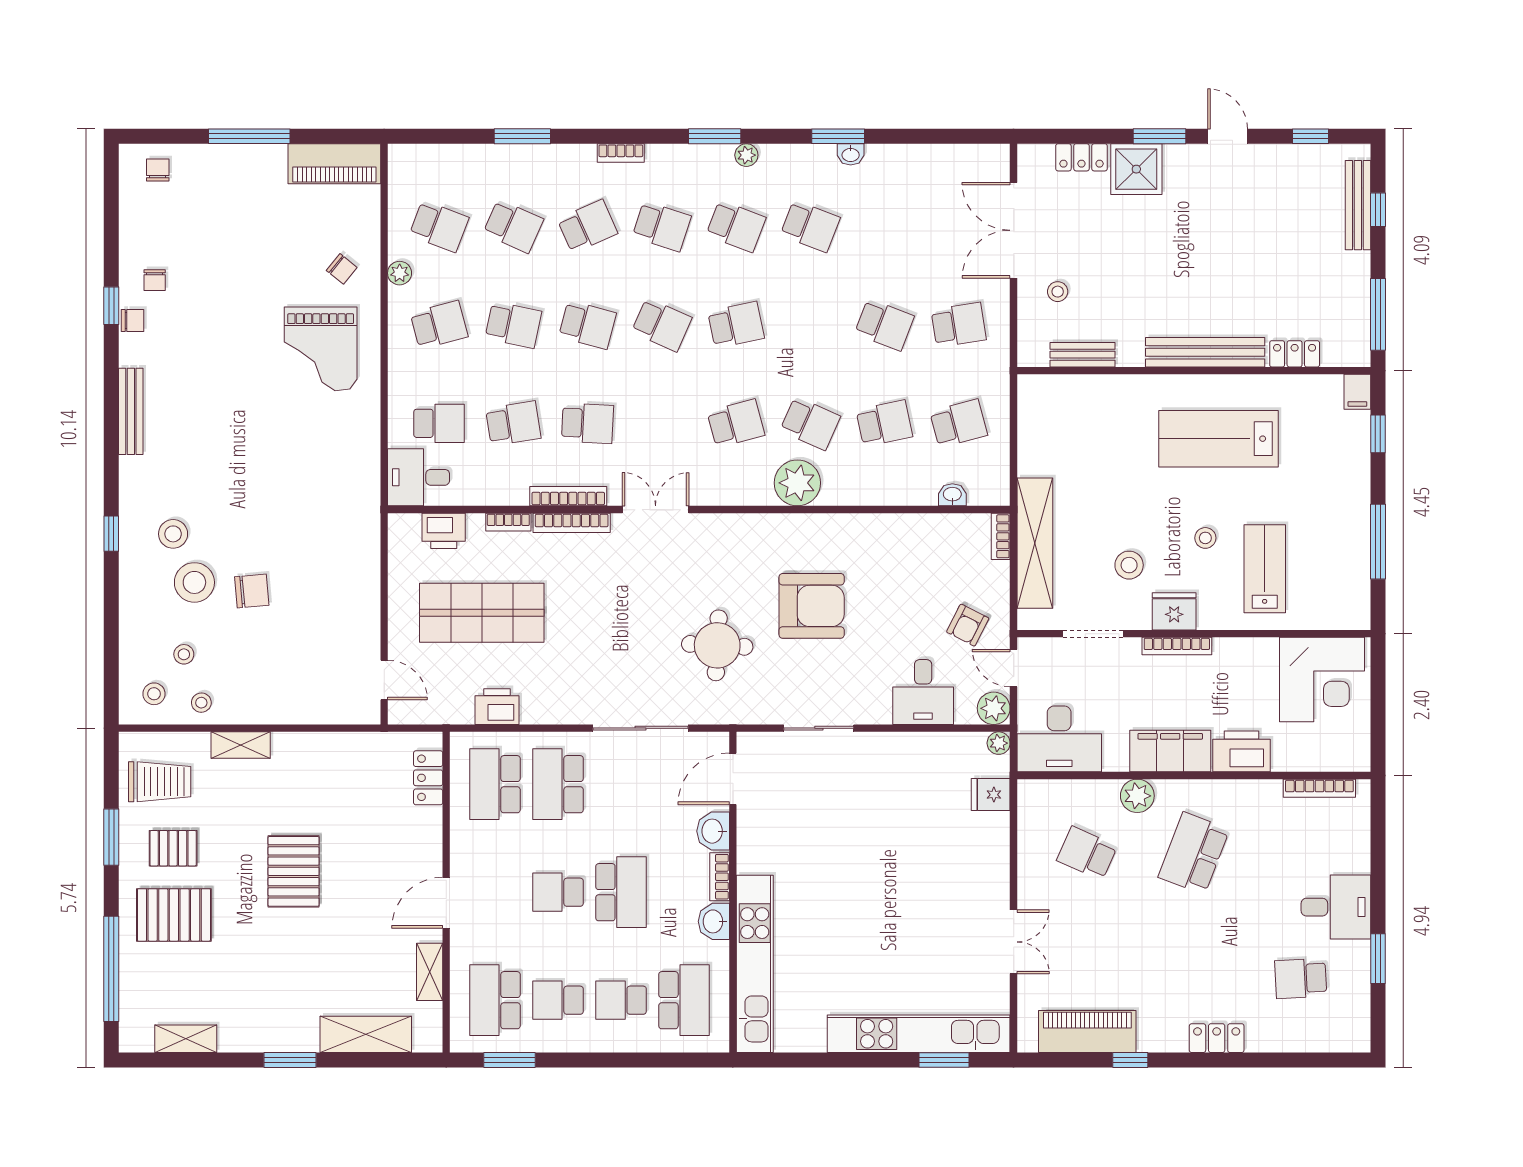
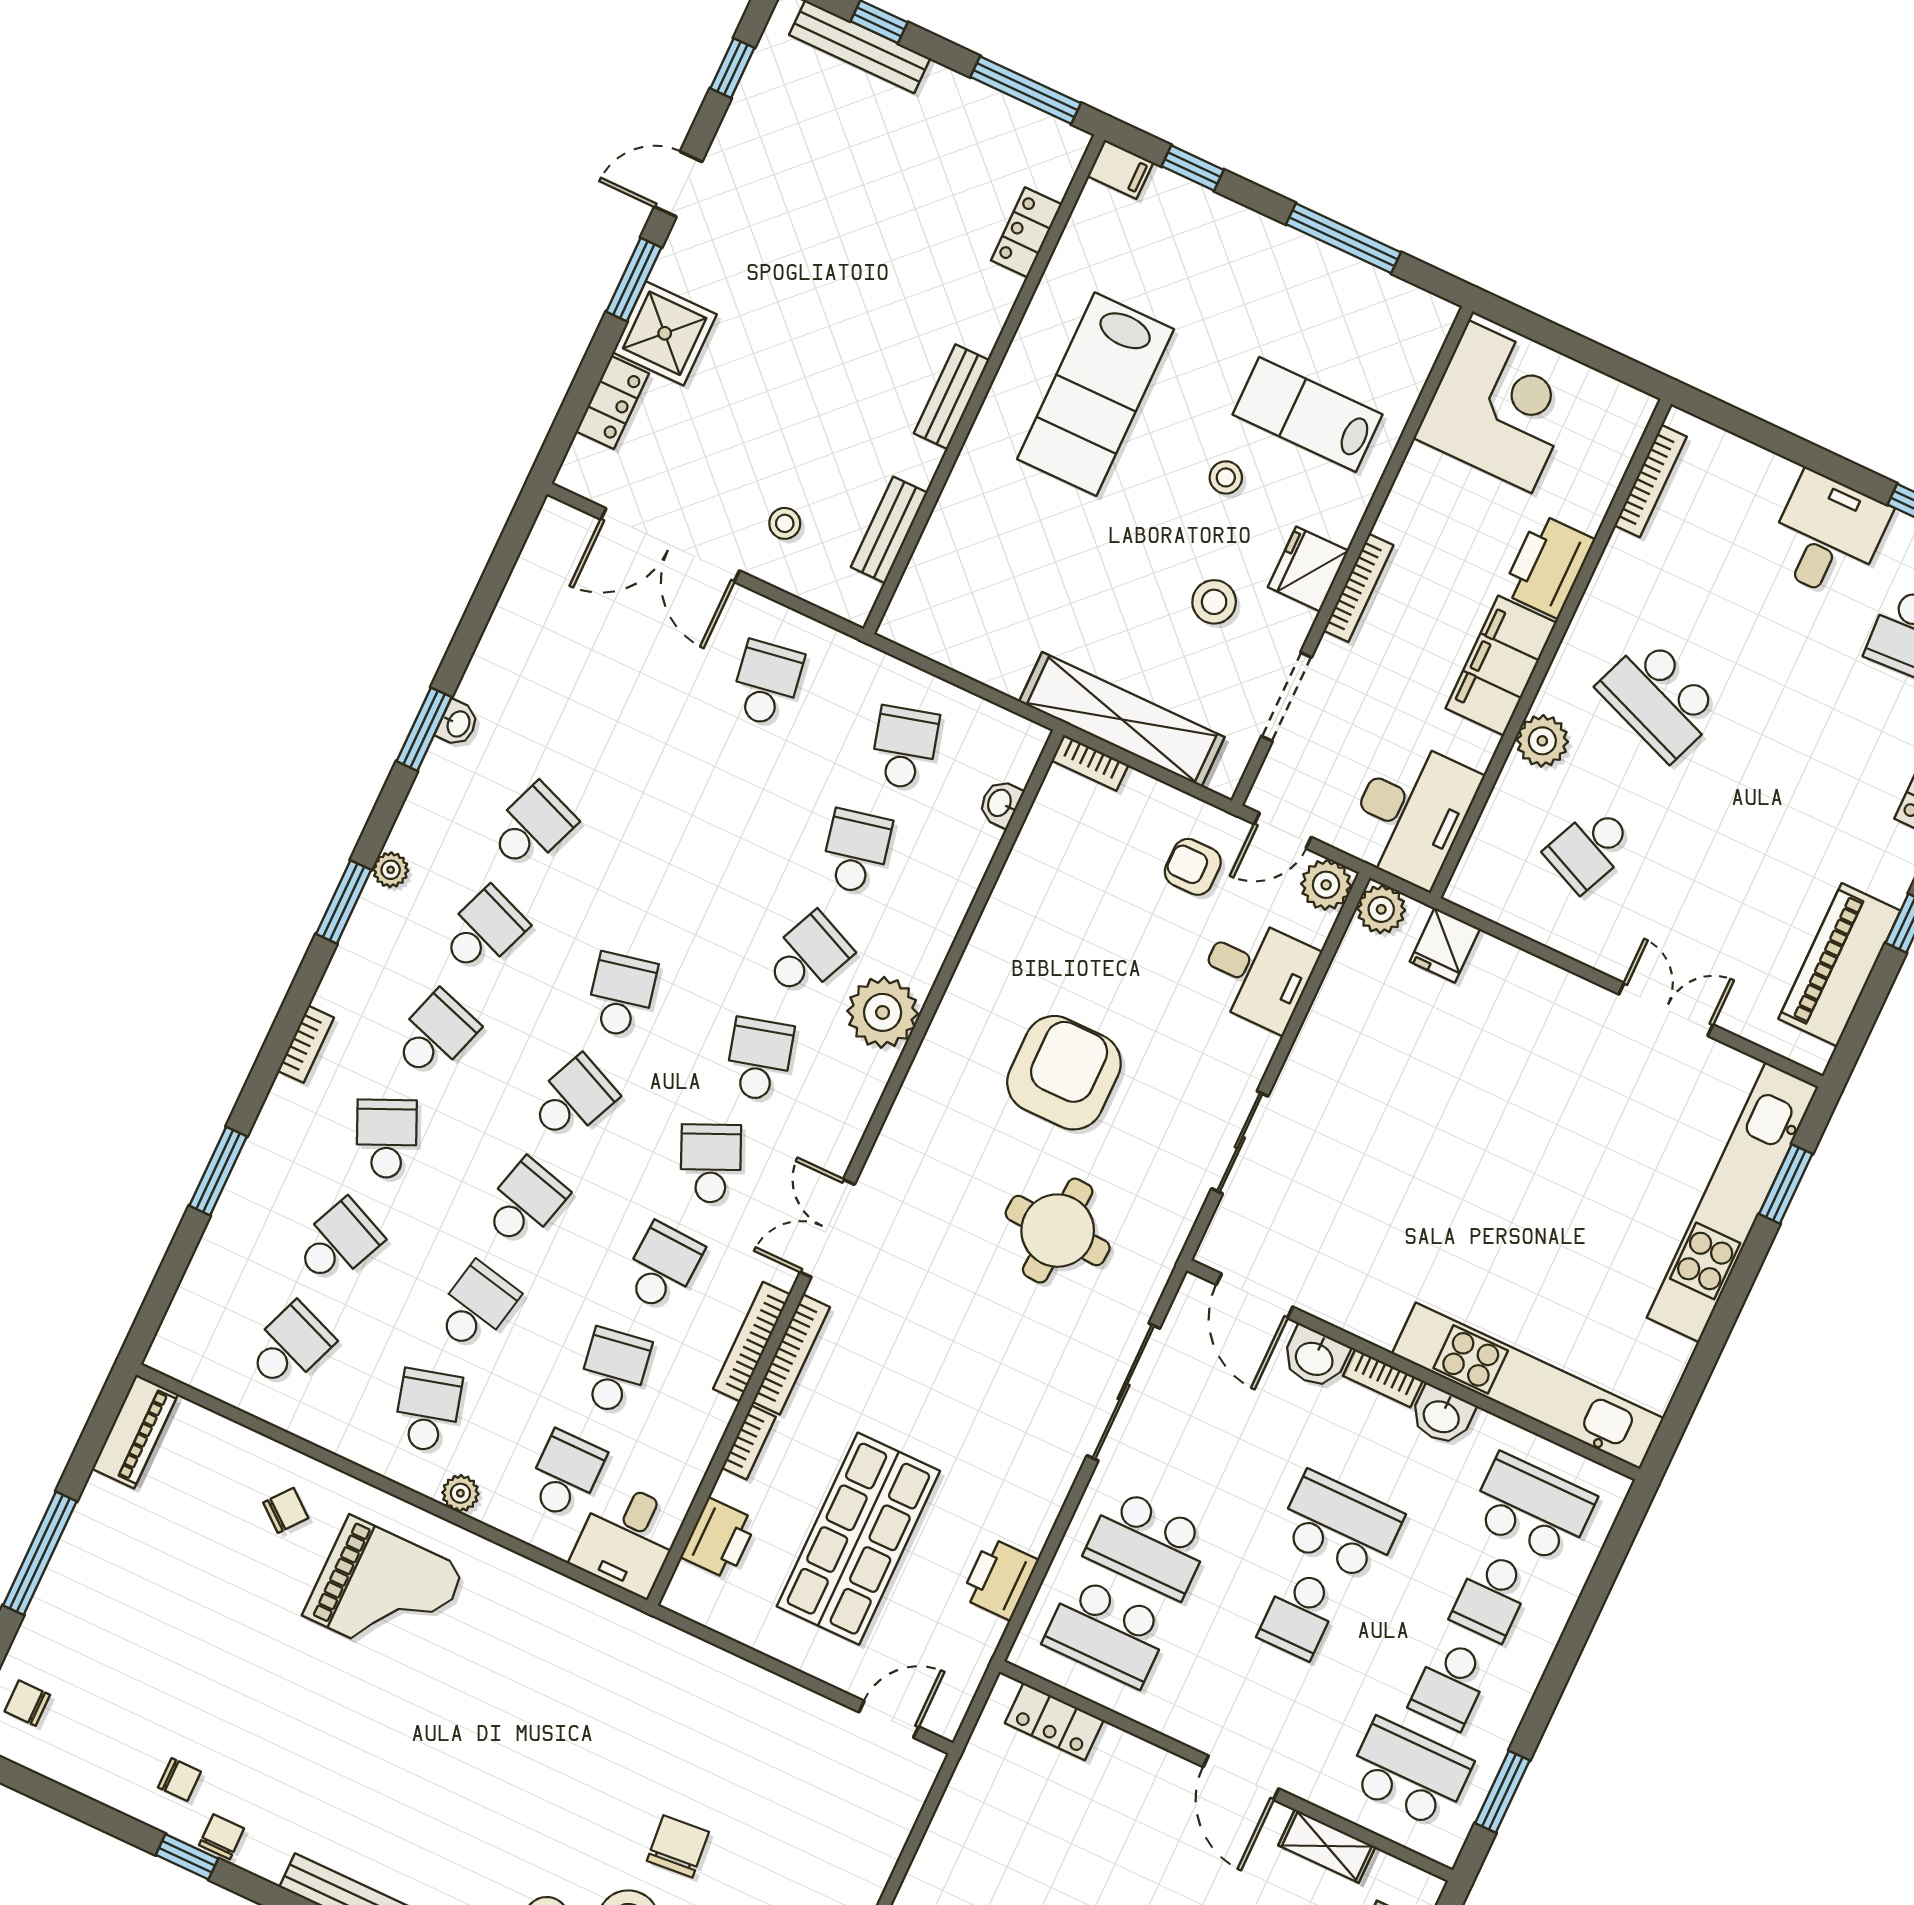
piano: (334, 164) -> (135, 1431), width x0.73, depth x0.75
plant: (400, 273) -> (460, 1493), moved
school desk: (884, 325) -> (711, 1163), moved, turned -45
bench: (1205, 352) -> (952, 397), width x0.54, depth x0.82
armchair: (968, 625) -> (1193, 867), turned 153
plant: (999, 743) -> (1381, 909), width x1.38, depth x1.38
school desk: (495, 1000) -> (1409, 1773), turned 180

